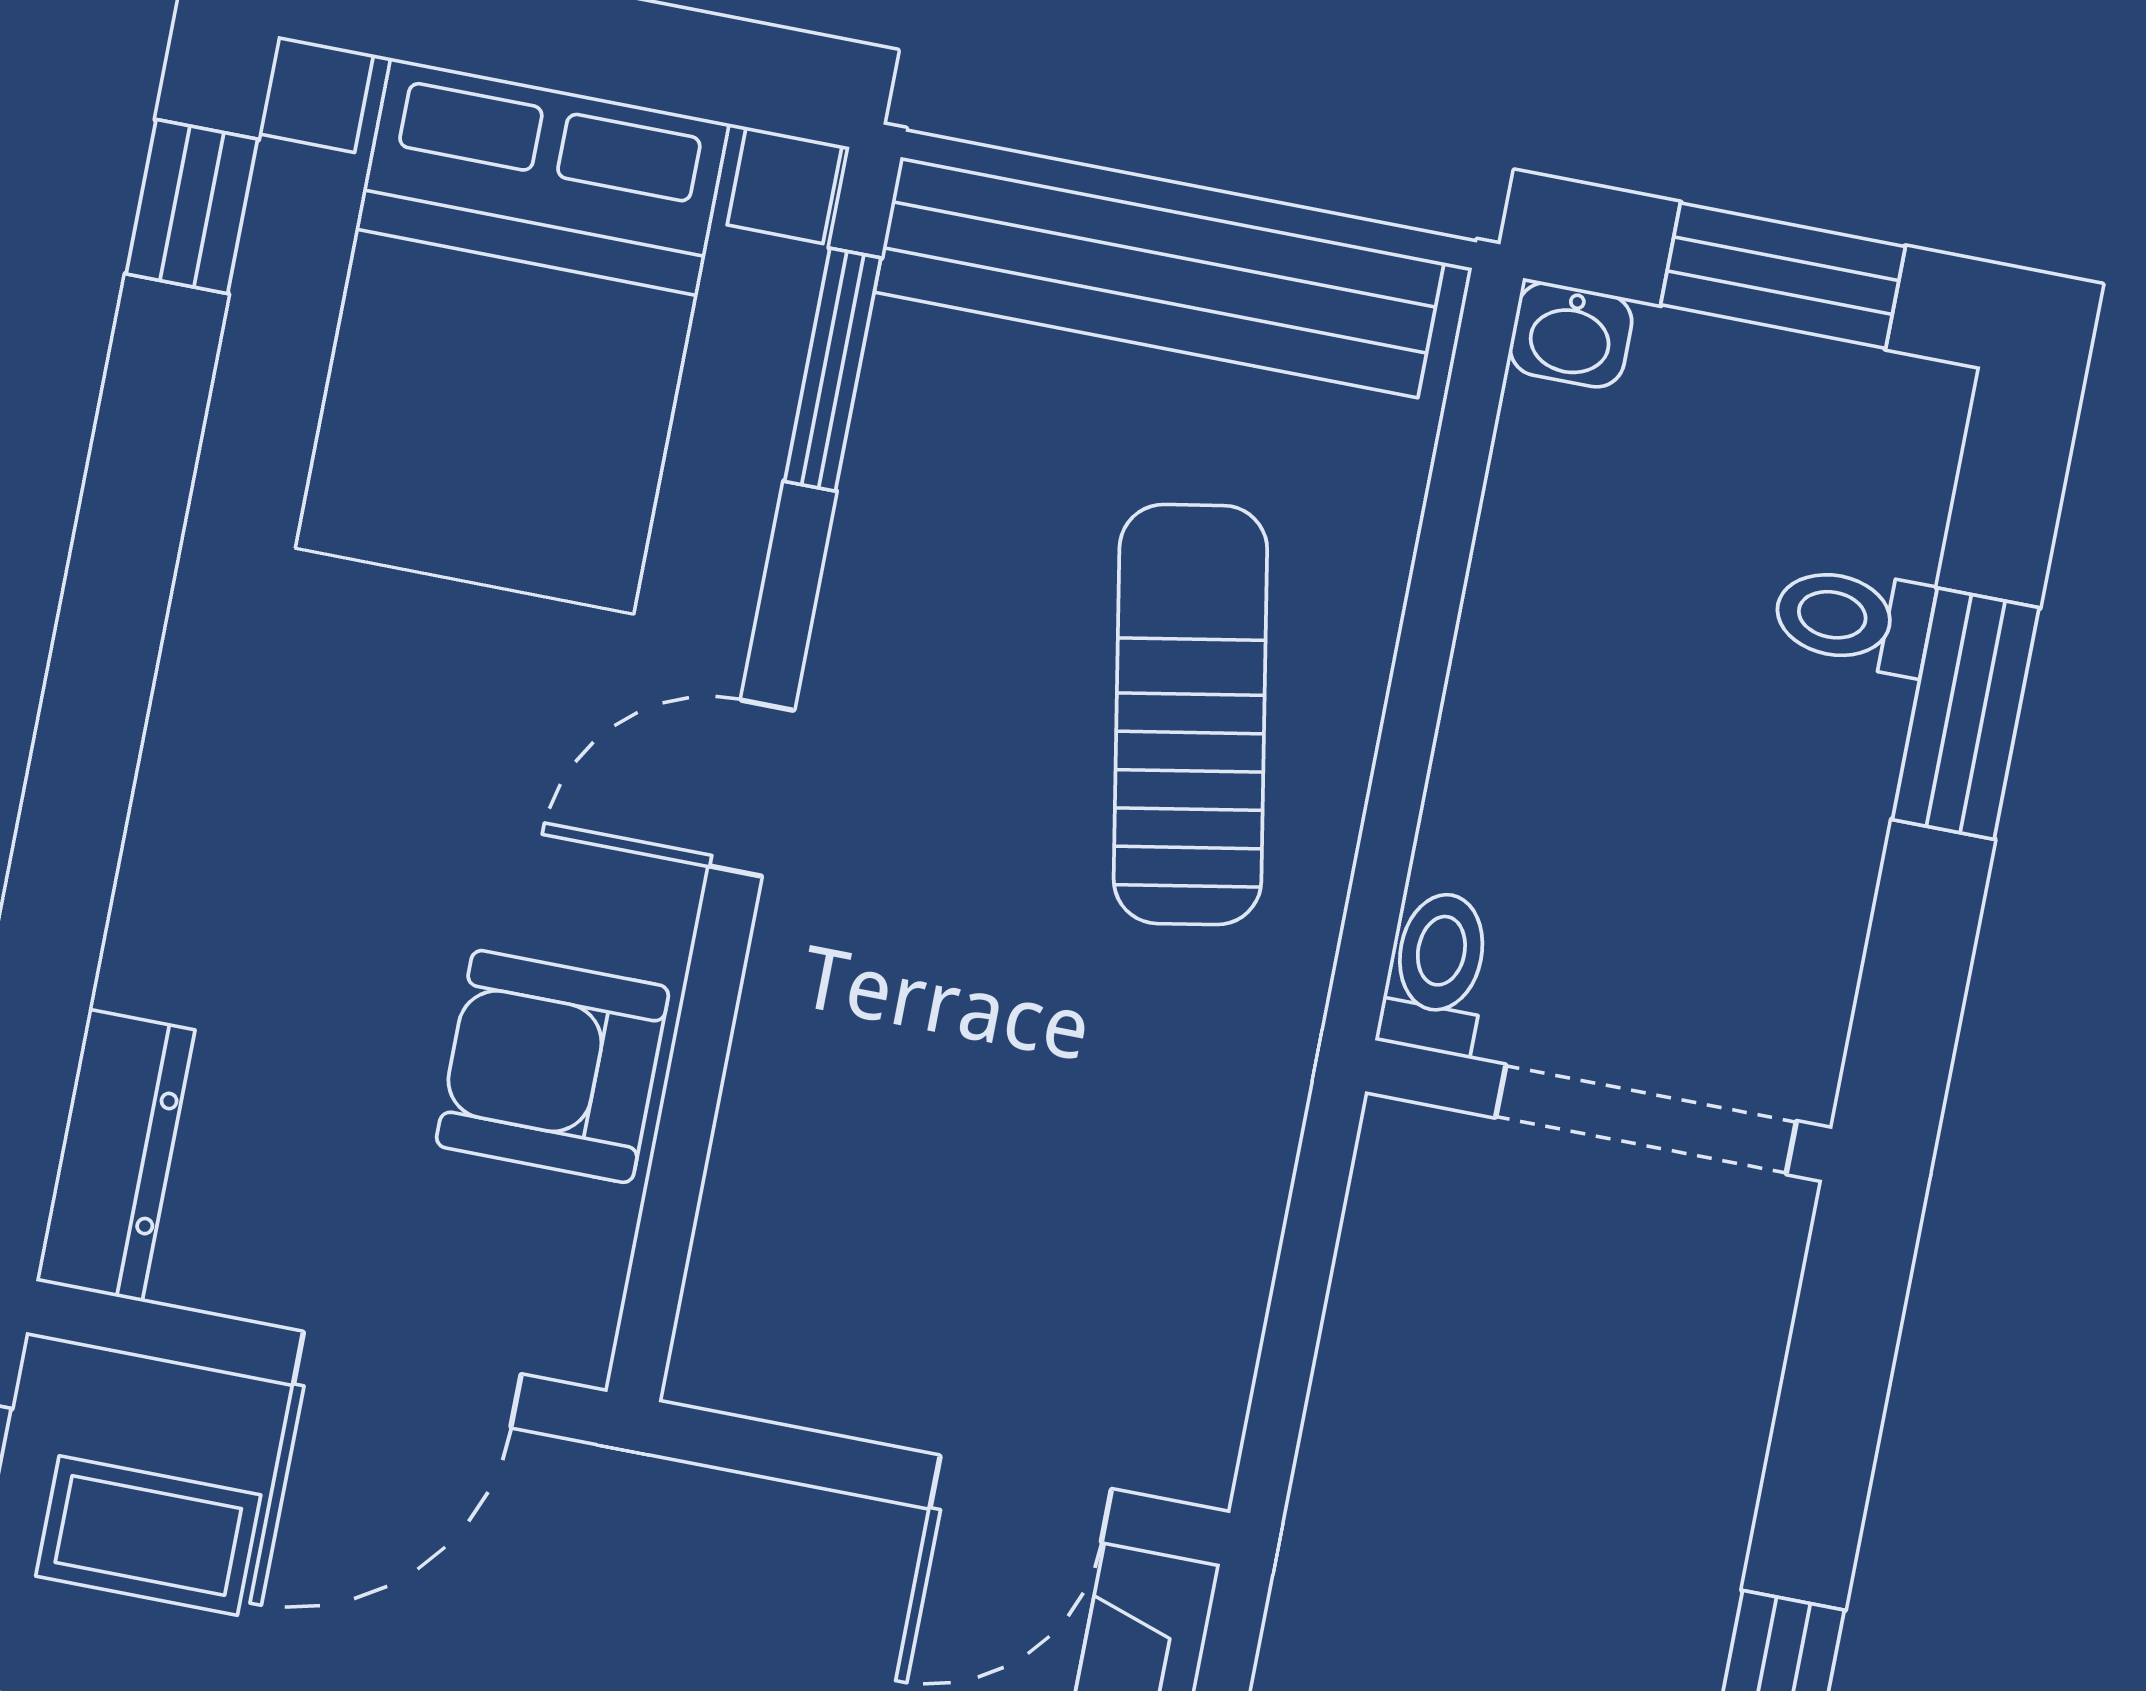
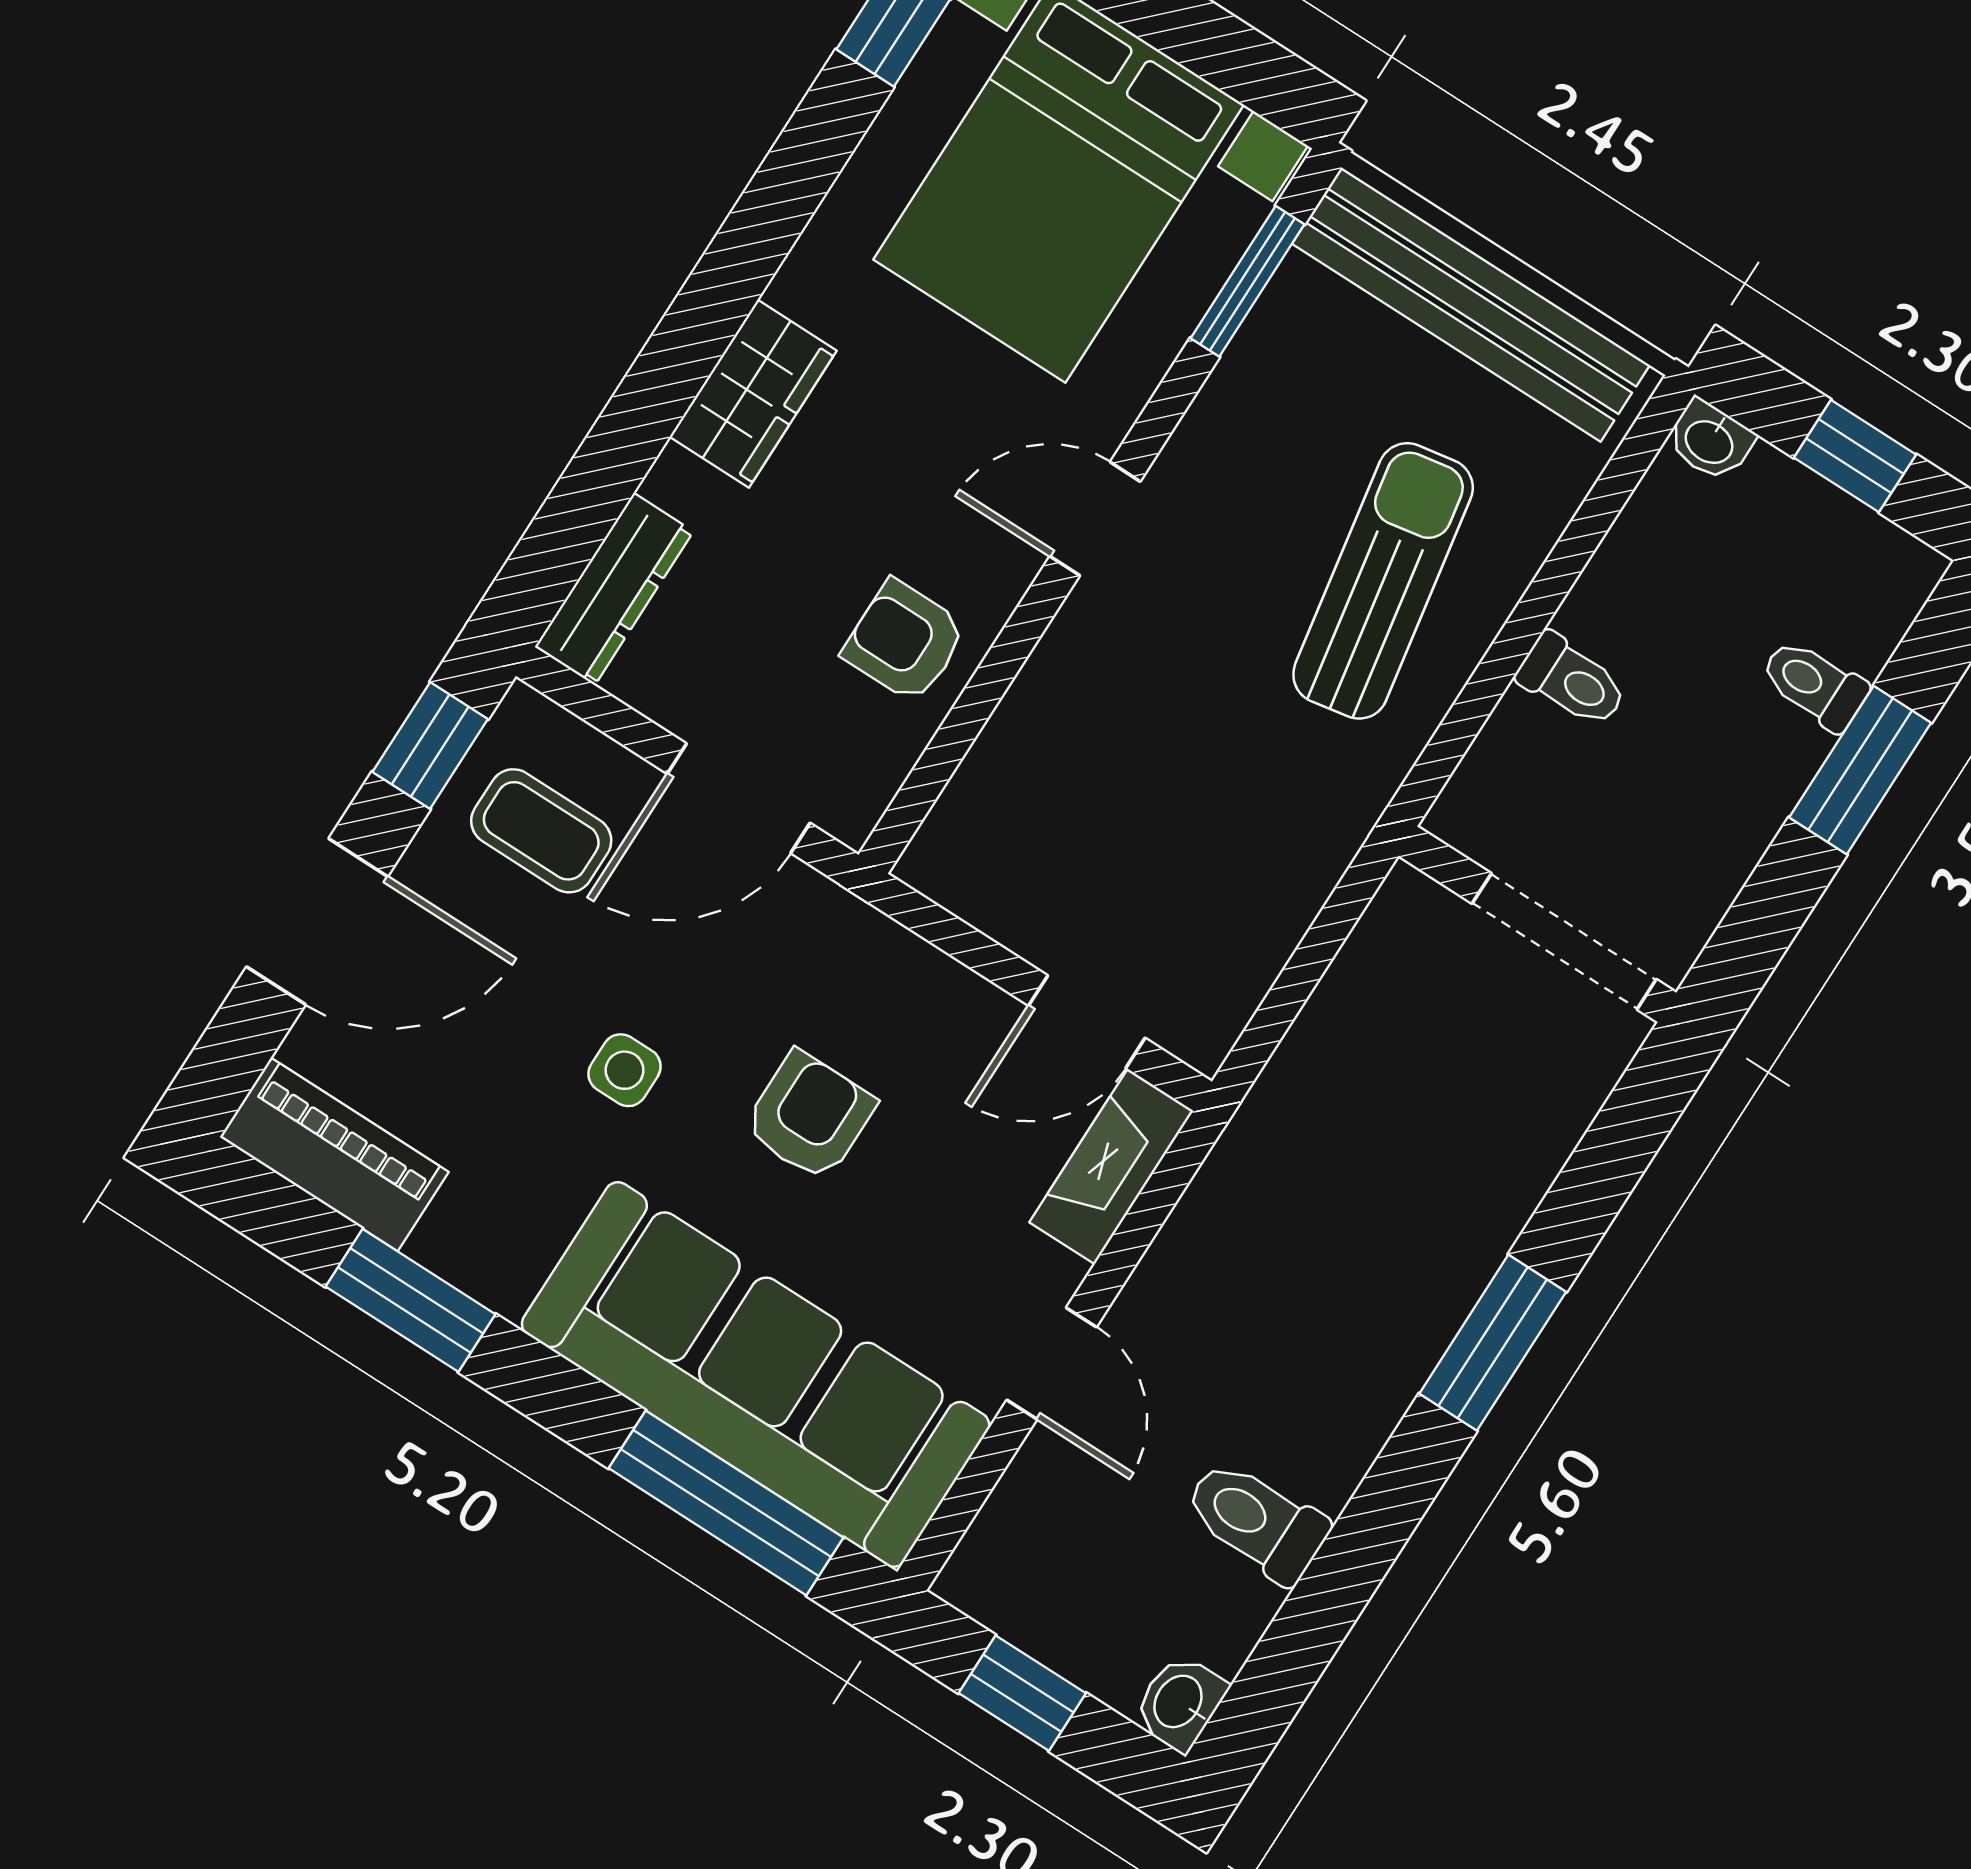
window: (1783, 276) -> (1855, 456), width x0.67
wardrobe: (201, 804) -> (753, 394), added
toilet: (1437, 972) -> (1572, 681), moved, turned 90
armchair: (553, 1066) -> (905, 641), width x0.72, depth x0.72

